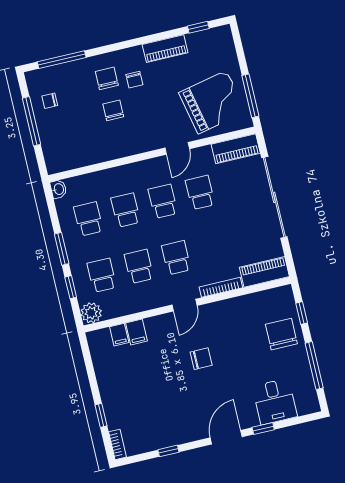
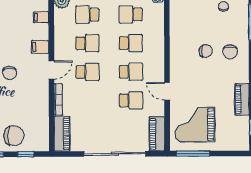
chair: (107, 78) -> (230, 52), turned 90
chair: (134, 80) -> (225, 72), removed
grand piano: (212, 102) -> (195, 125), turned 102
school desk: (88, 219) -> (131, 14), turned 180
school desk: (102, 275) -> (87, 15), turned 180
door: (185, 305) -> (51, 70), swing flipped
filing cabinet: (137, 332) -> (40, 47), moved

